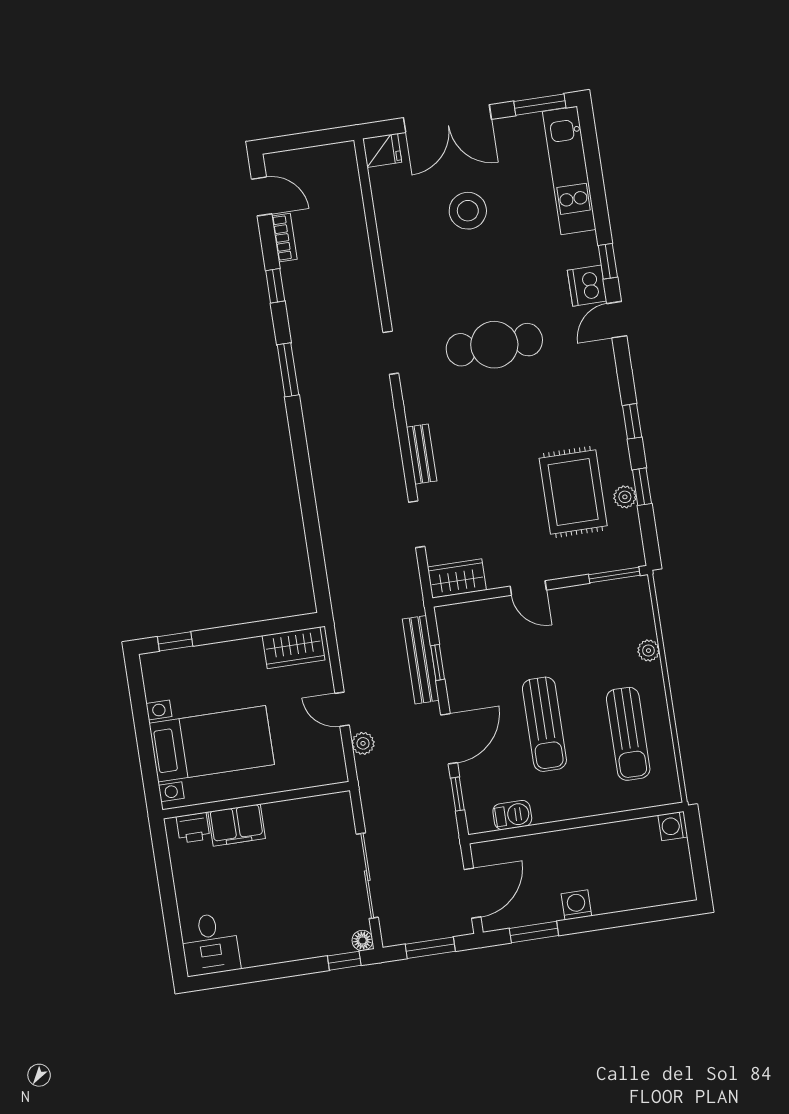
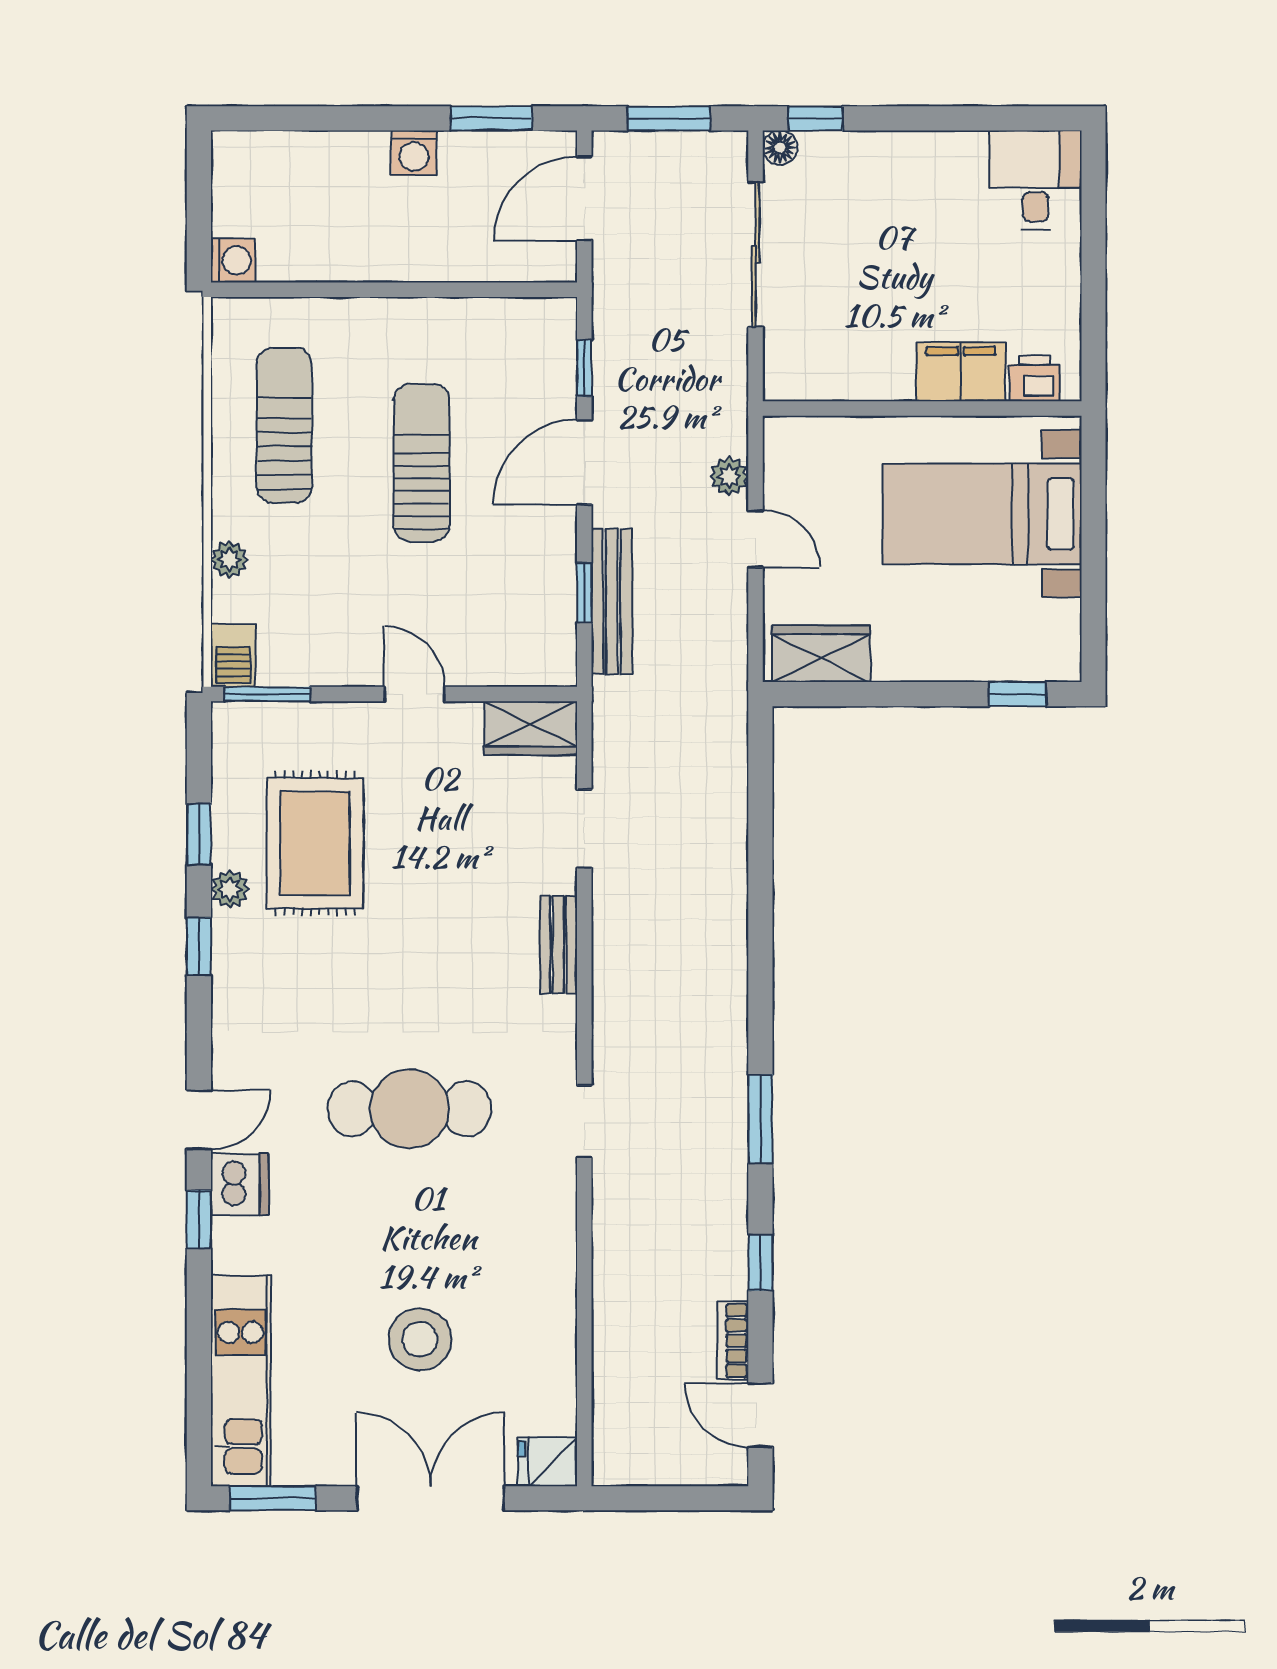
plant: (625, 497) -> (230, 889), moved
barbecue: (512, 815) -> (233, 656), moved, turned -90

